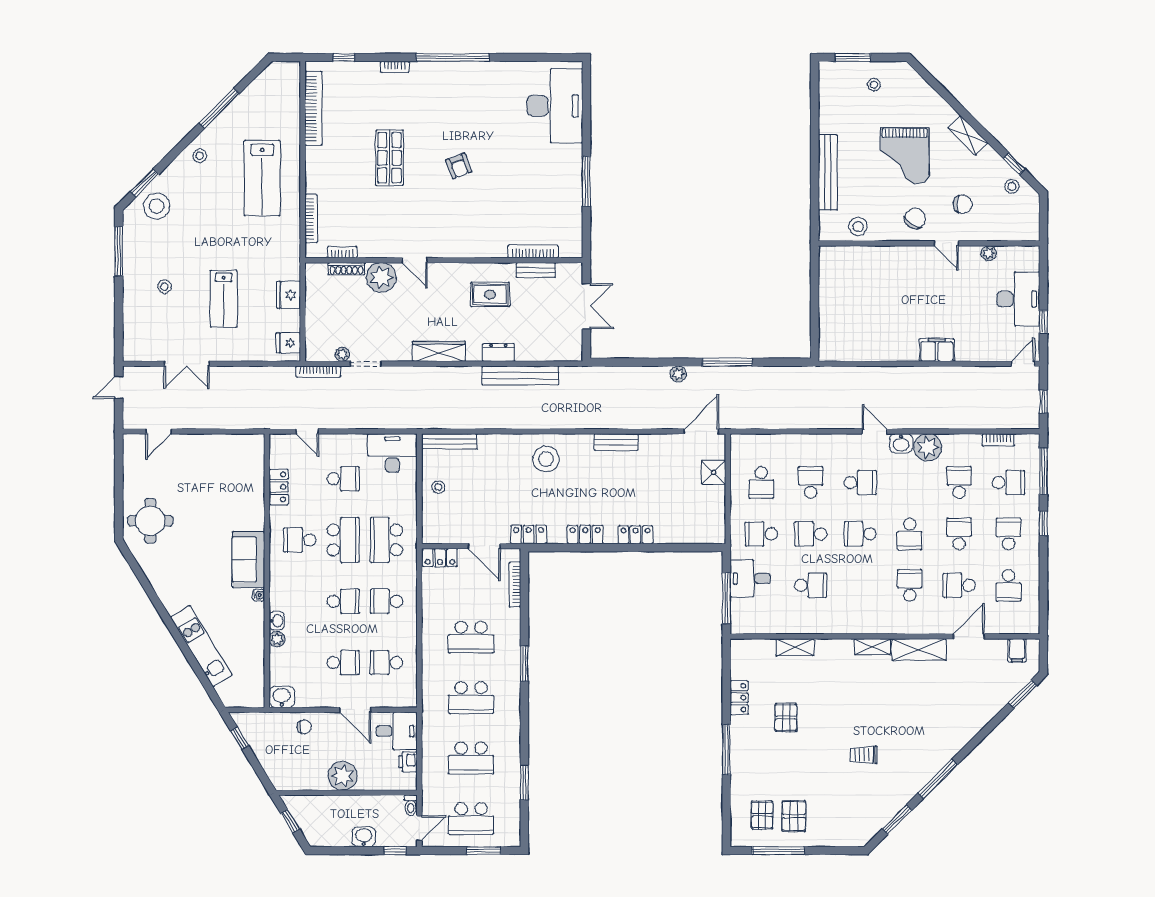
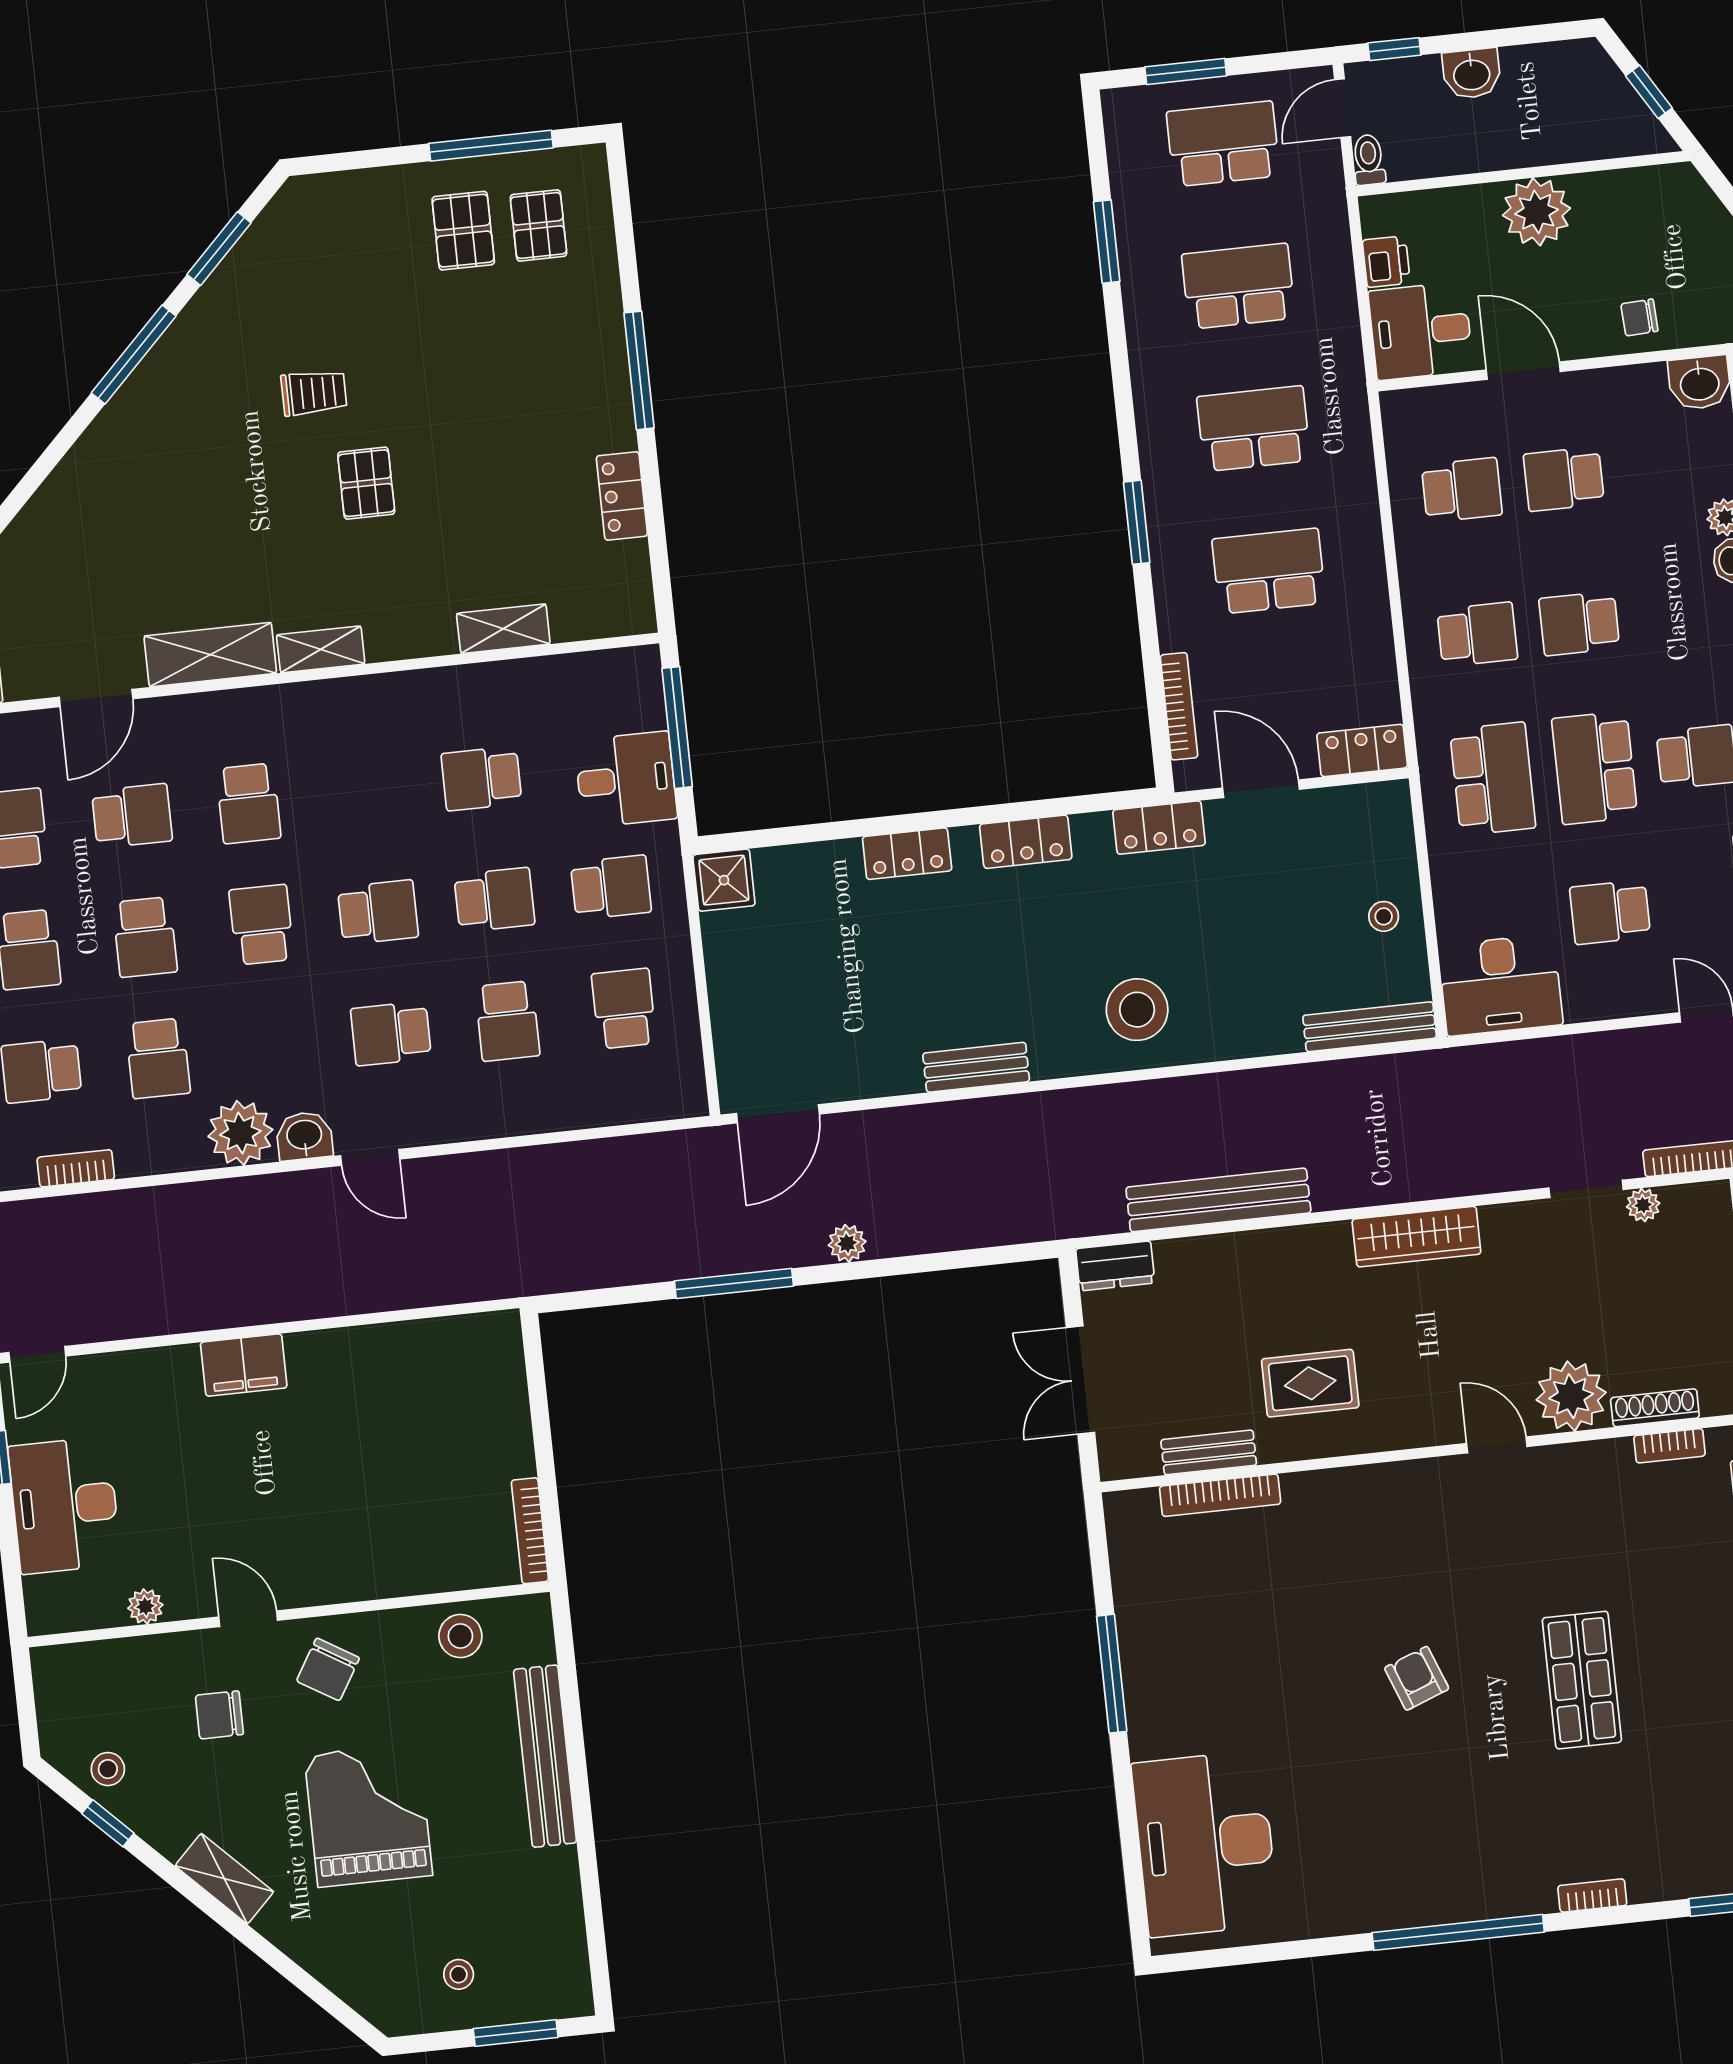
bookcase: (824, 268) -> (530, 1531), added
dresser: (498, 352) -> (1115, 1266), moved
shower: (714, 472) -> (724, 880), moved
pallet: (786, 718) -> (366, 483), moved

